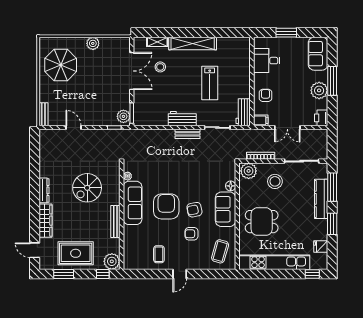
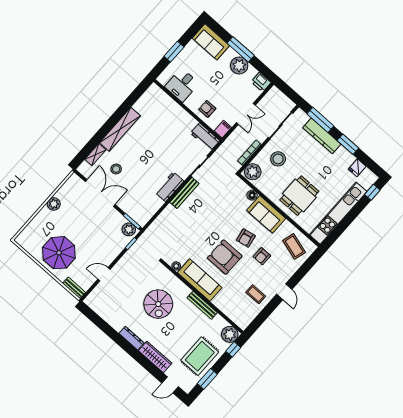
parasol: (61, 65) -> (59, 253), moved
lab bench: (210, 83) -> (161, 143), removed
bench: (188, 134) -> (184, 193), width x1.36

